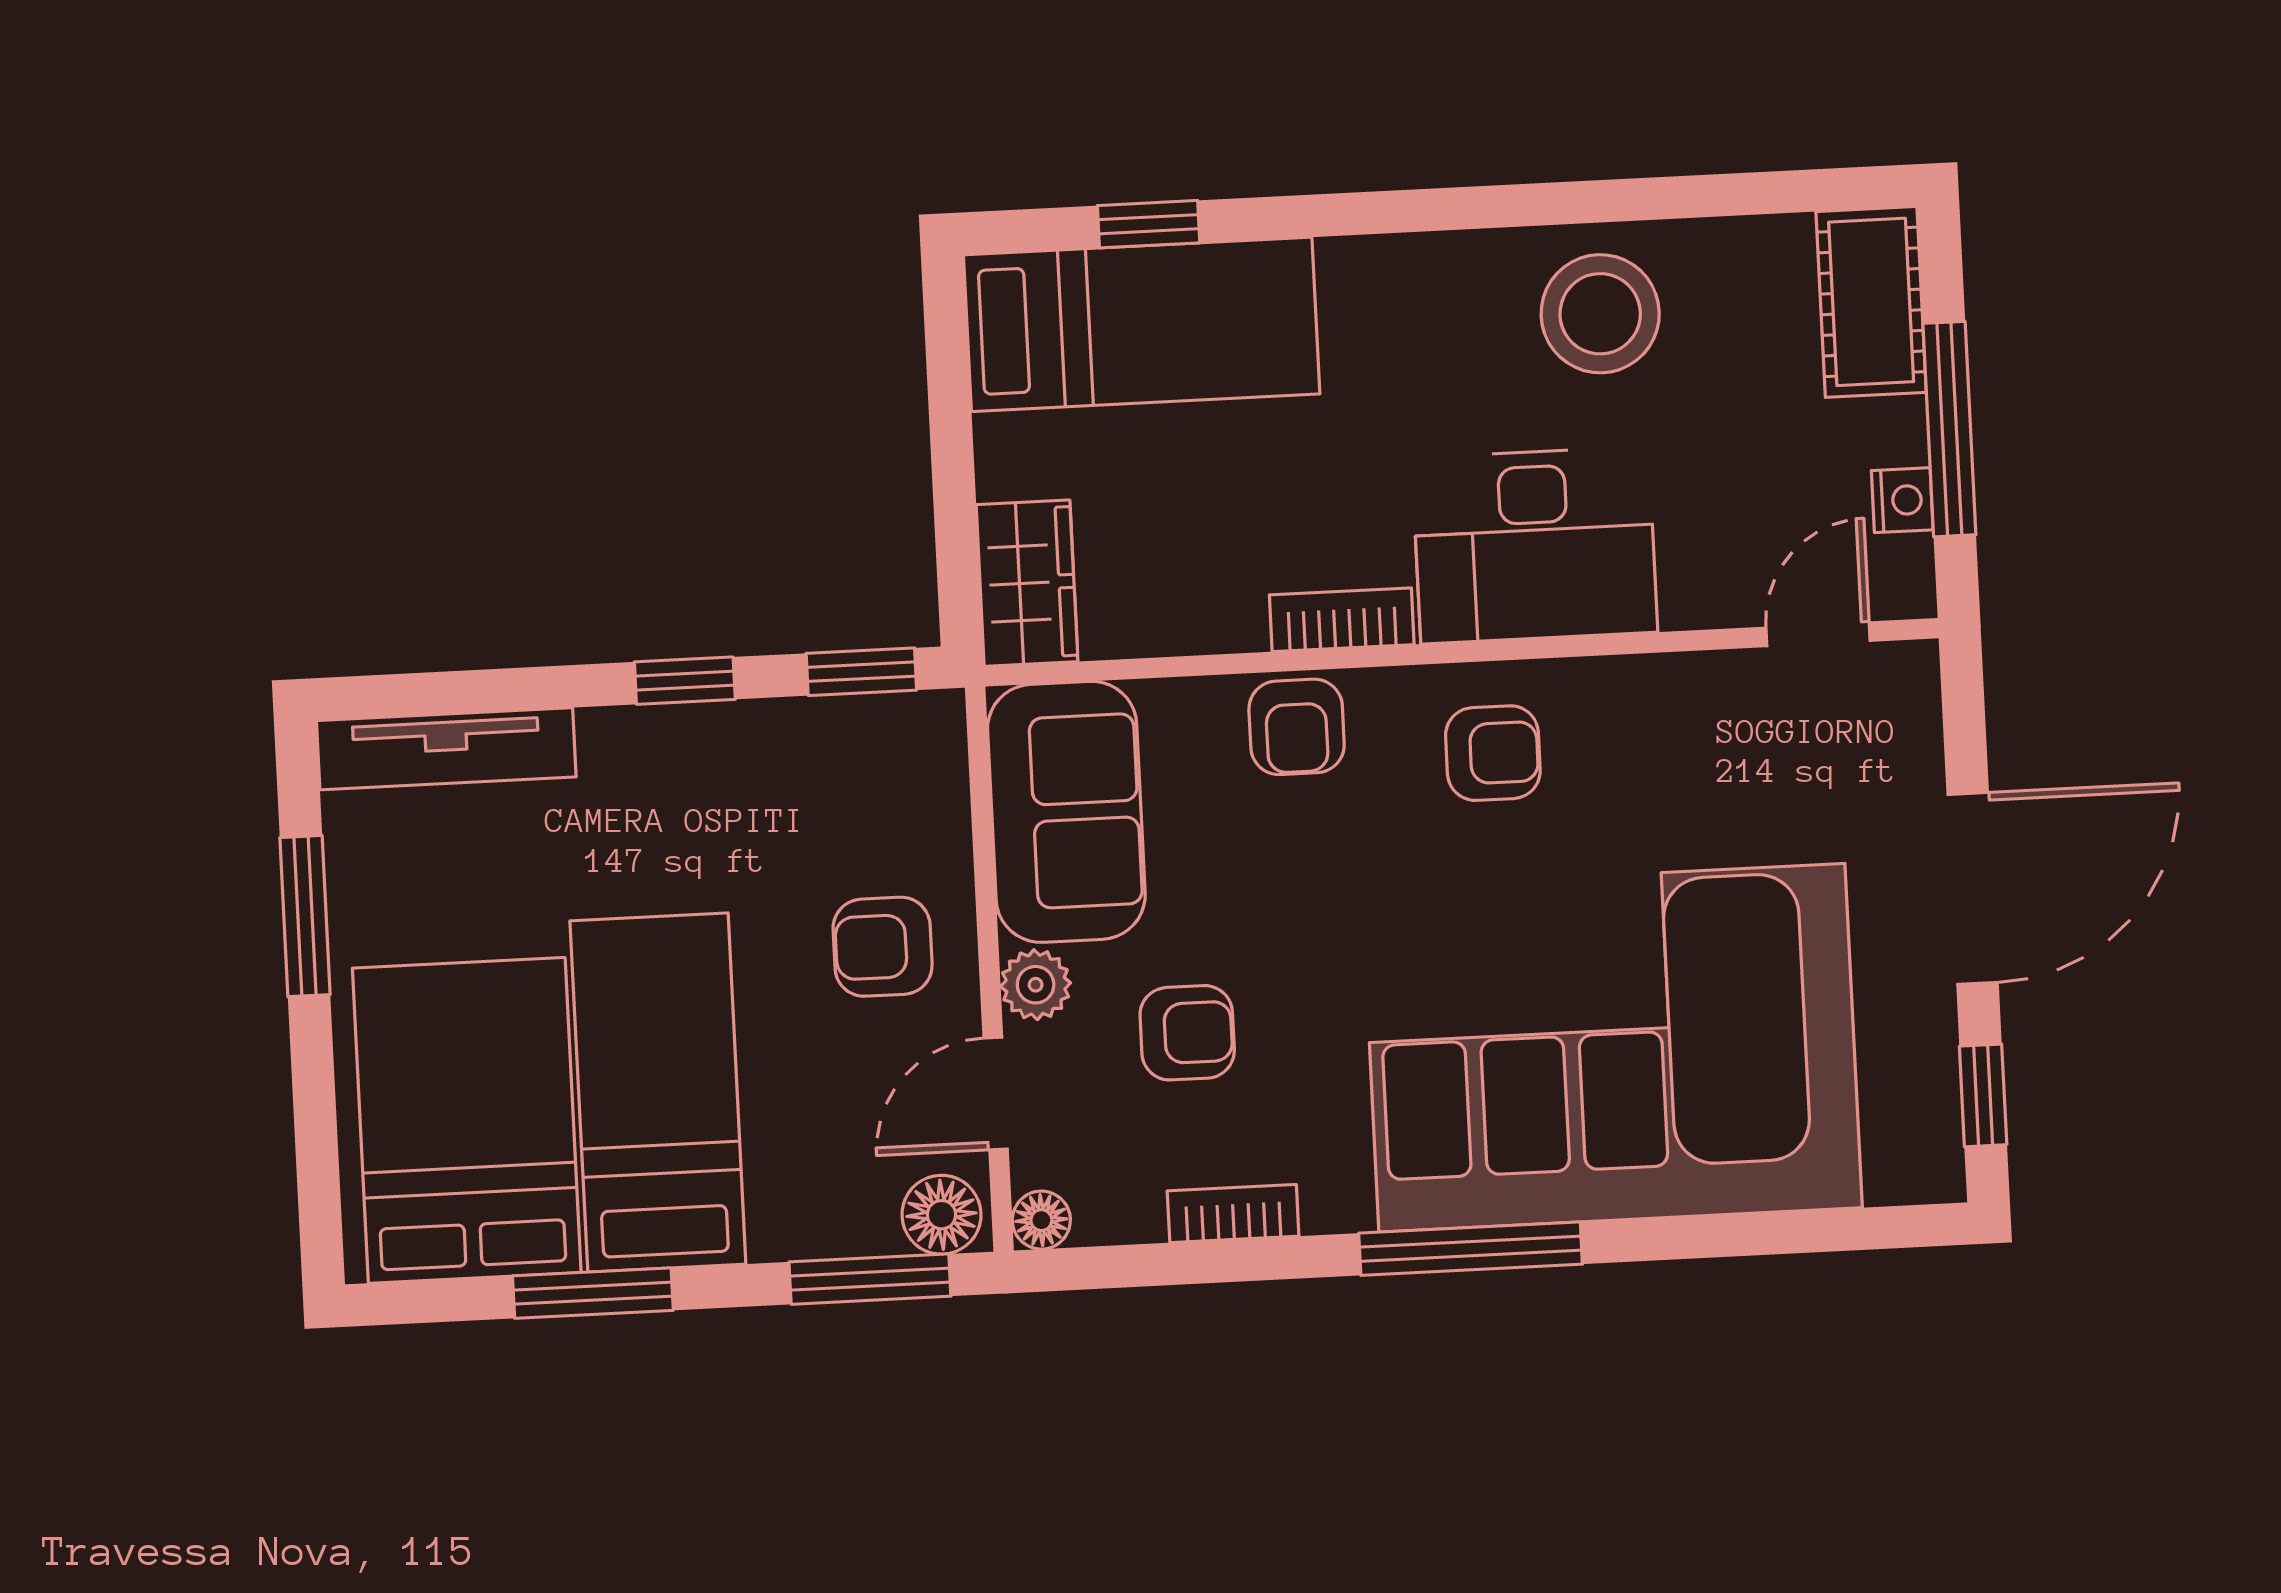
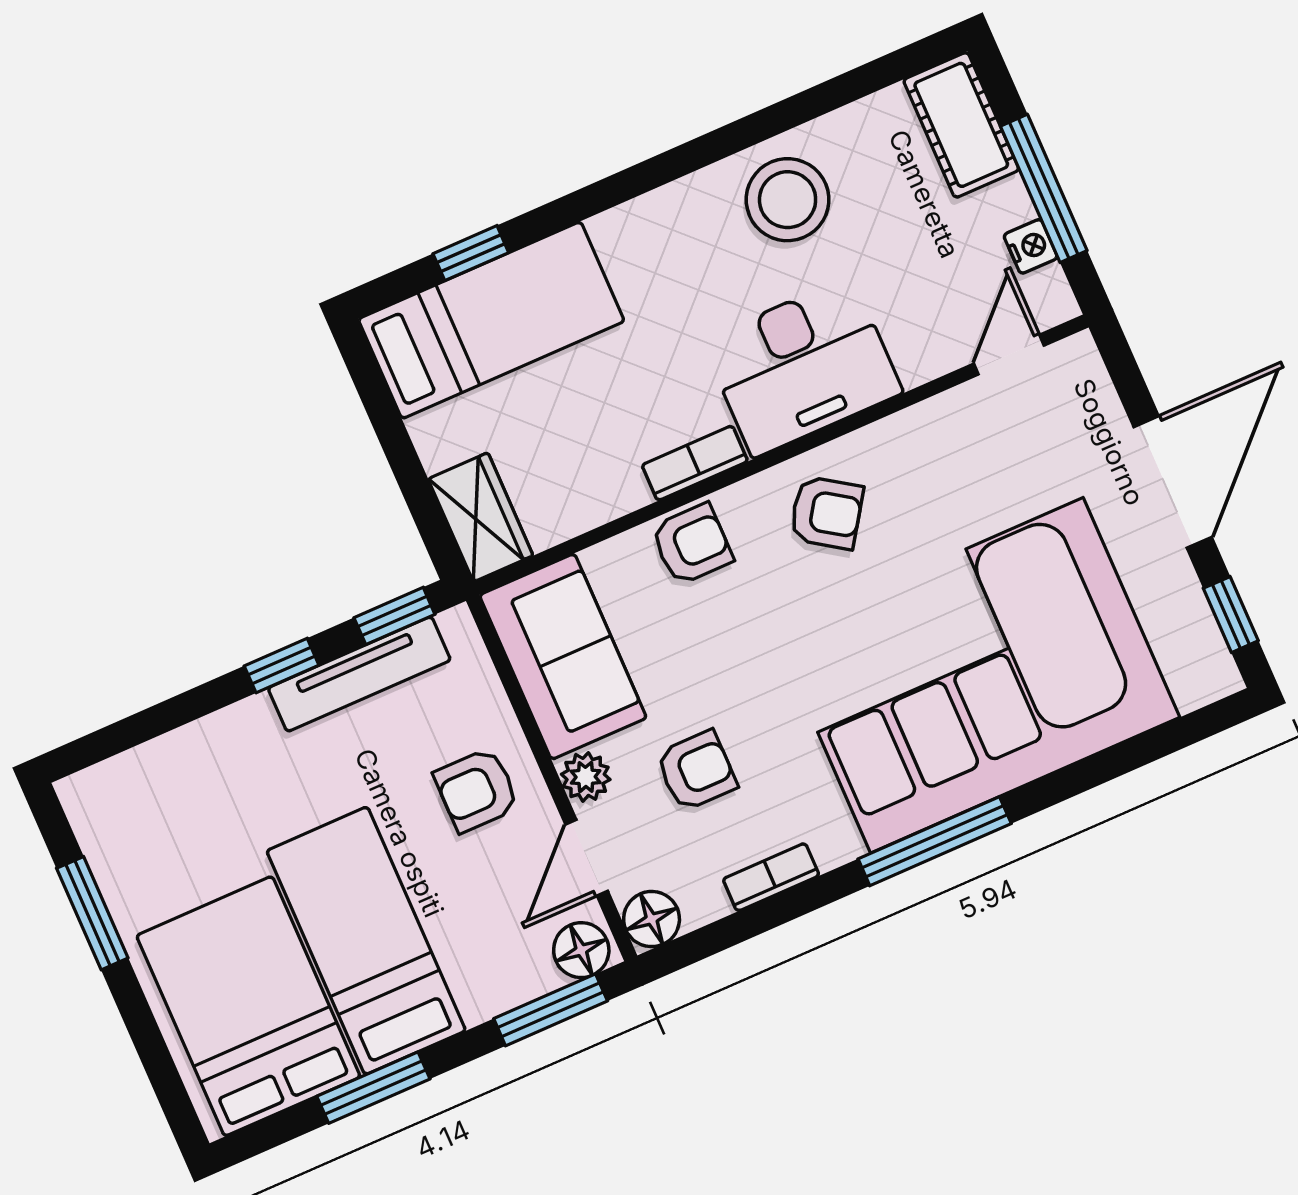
armchair: (1297, 727) -> (692, 544), turned -90
tv unit: (446, 749) -> (359, 674), moved
armchair: (1493, 753) -> (826, 513), turned 34
floor lamp: (1041, 1220) -> (652, 919), width x1.37, depth x1.37

